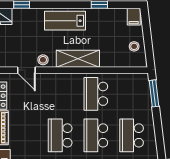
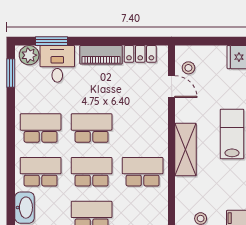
stool: (43, 60) -> (188, 68), moved
door: (26, 70) -> (172, 87), swing flipped

